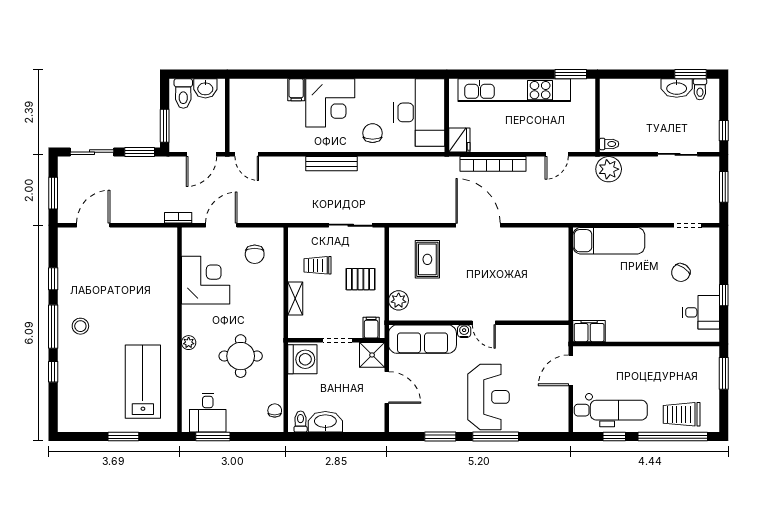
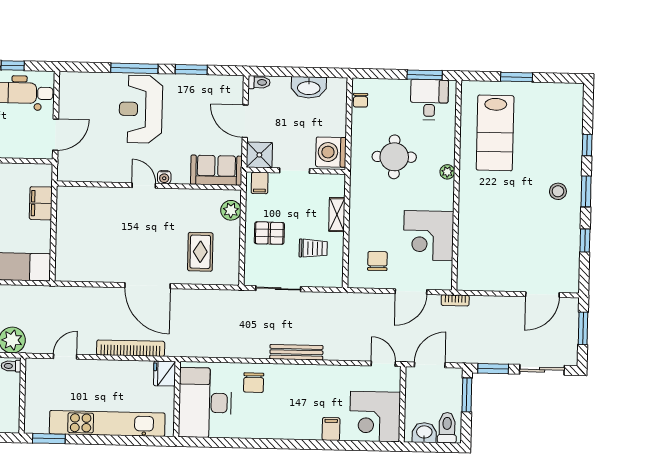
corner desk: (330, 103) -> (375, 417), moved, turned -90
window: (53, 327) -> (586, 191), width x0.69
filing cabinet: (589, 331) -> (41, 203), moved, turned 90
sofa: (423, 339) -> (216, 170), width x0.73
toilet: (301, 422) -> (259, 82), moved, turned -90

